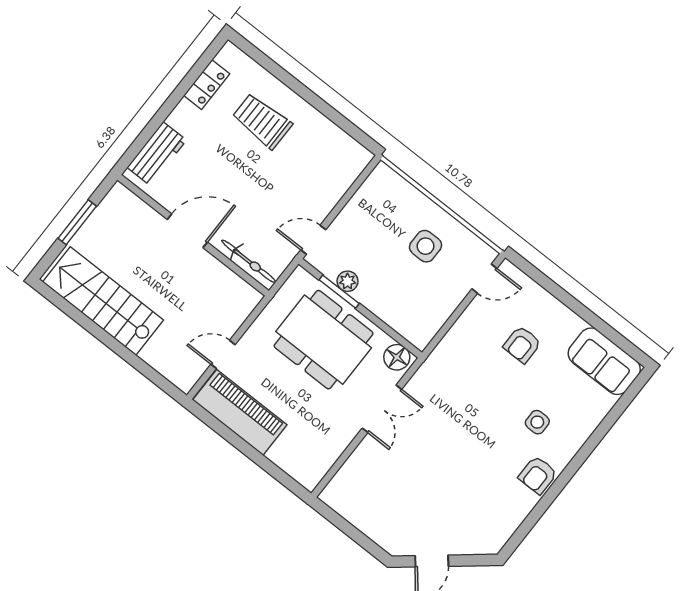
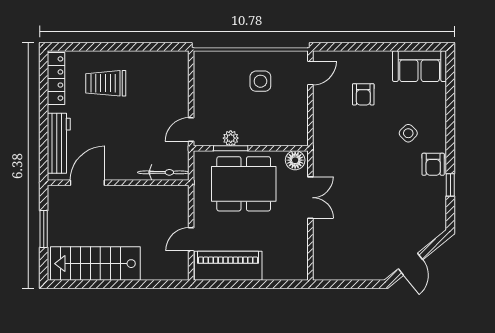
locker: (207, 85) -> (56, 78), width x1.53
workbench: (157, 154) -> (59, 143), width x1.38
door: (187, 231) -> (87, 183), moved
side table: (537, 422) -> (408, 133), turned 45
window: (539, 511) -> (450, 185), added

